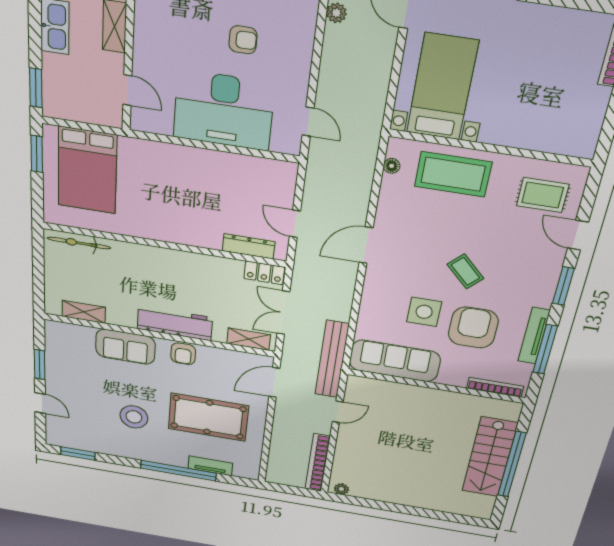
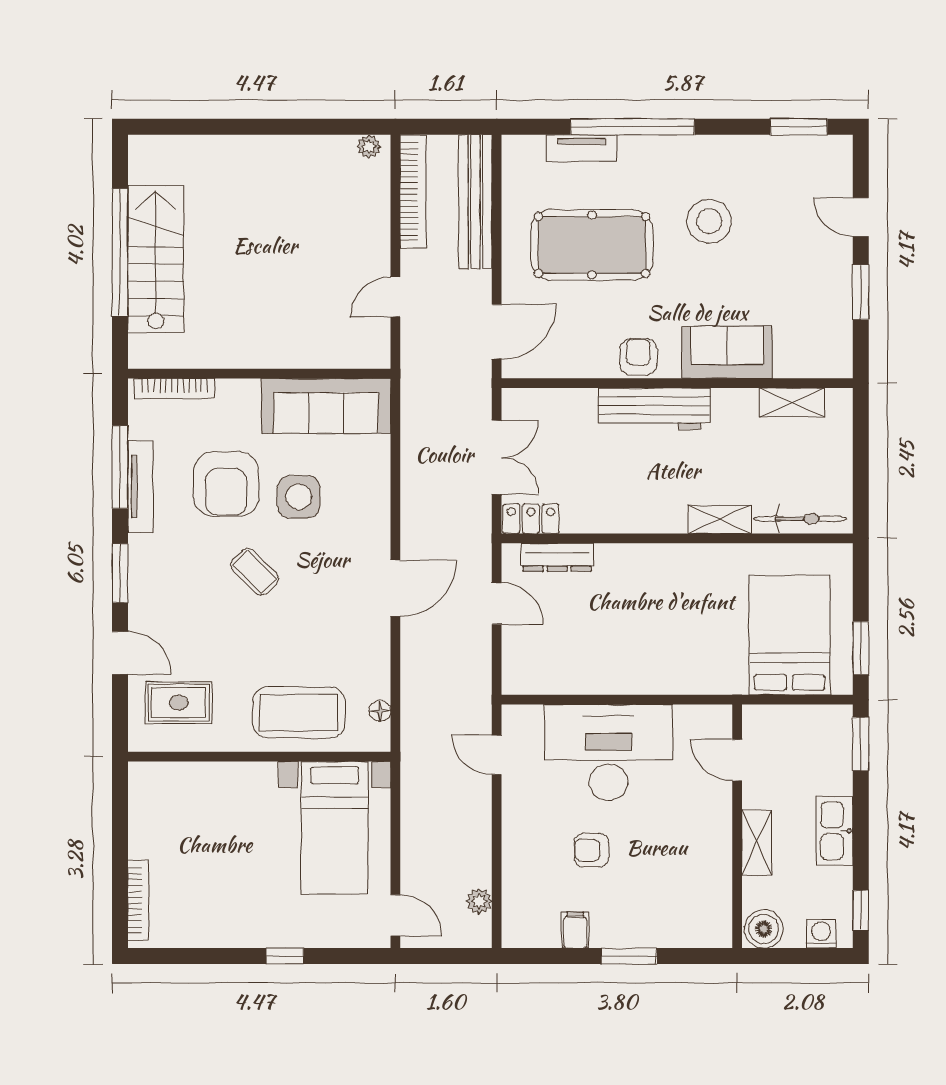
shelving: (249, 339) -> (720, 519), moved
bench: (332, 359) -> (475, 202), moved

